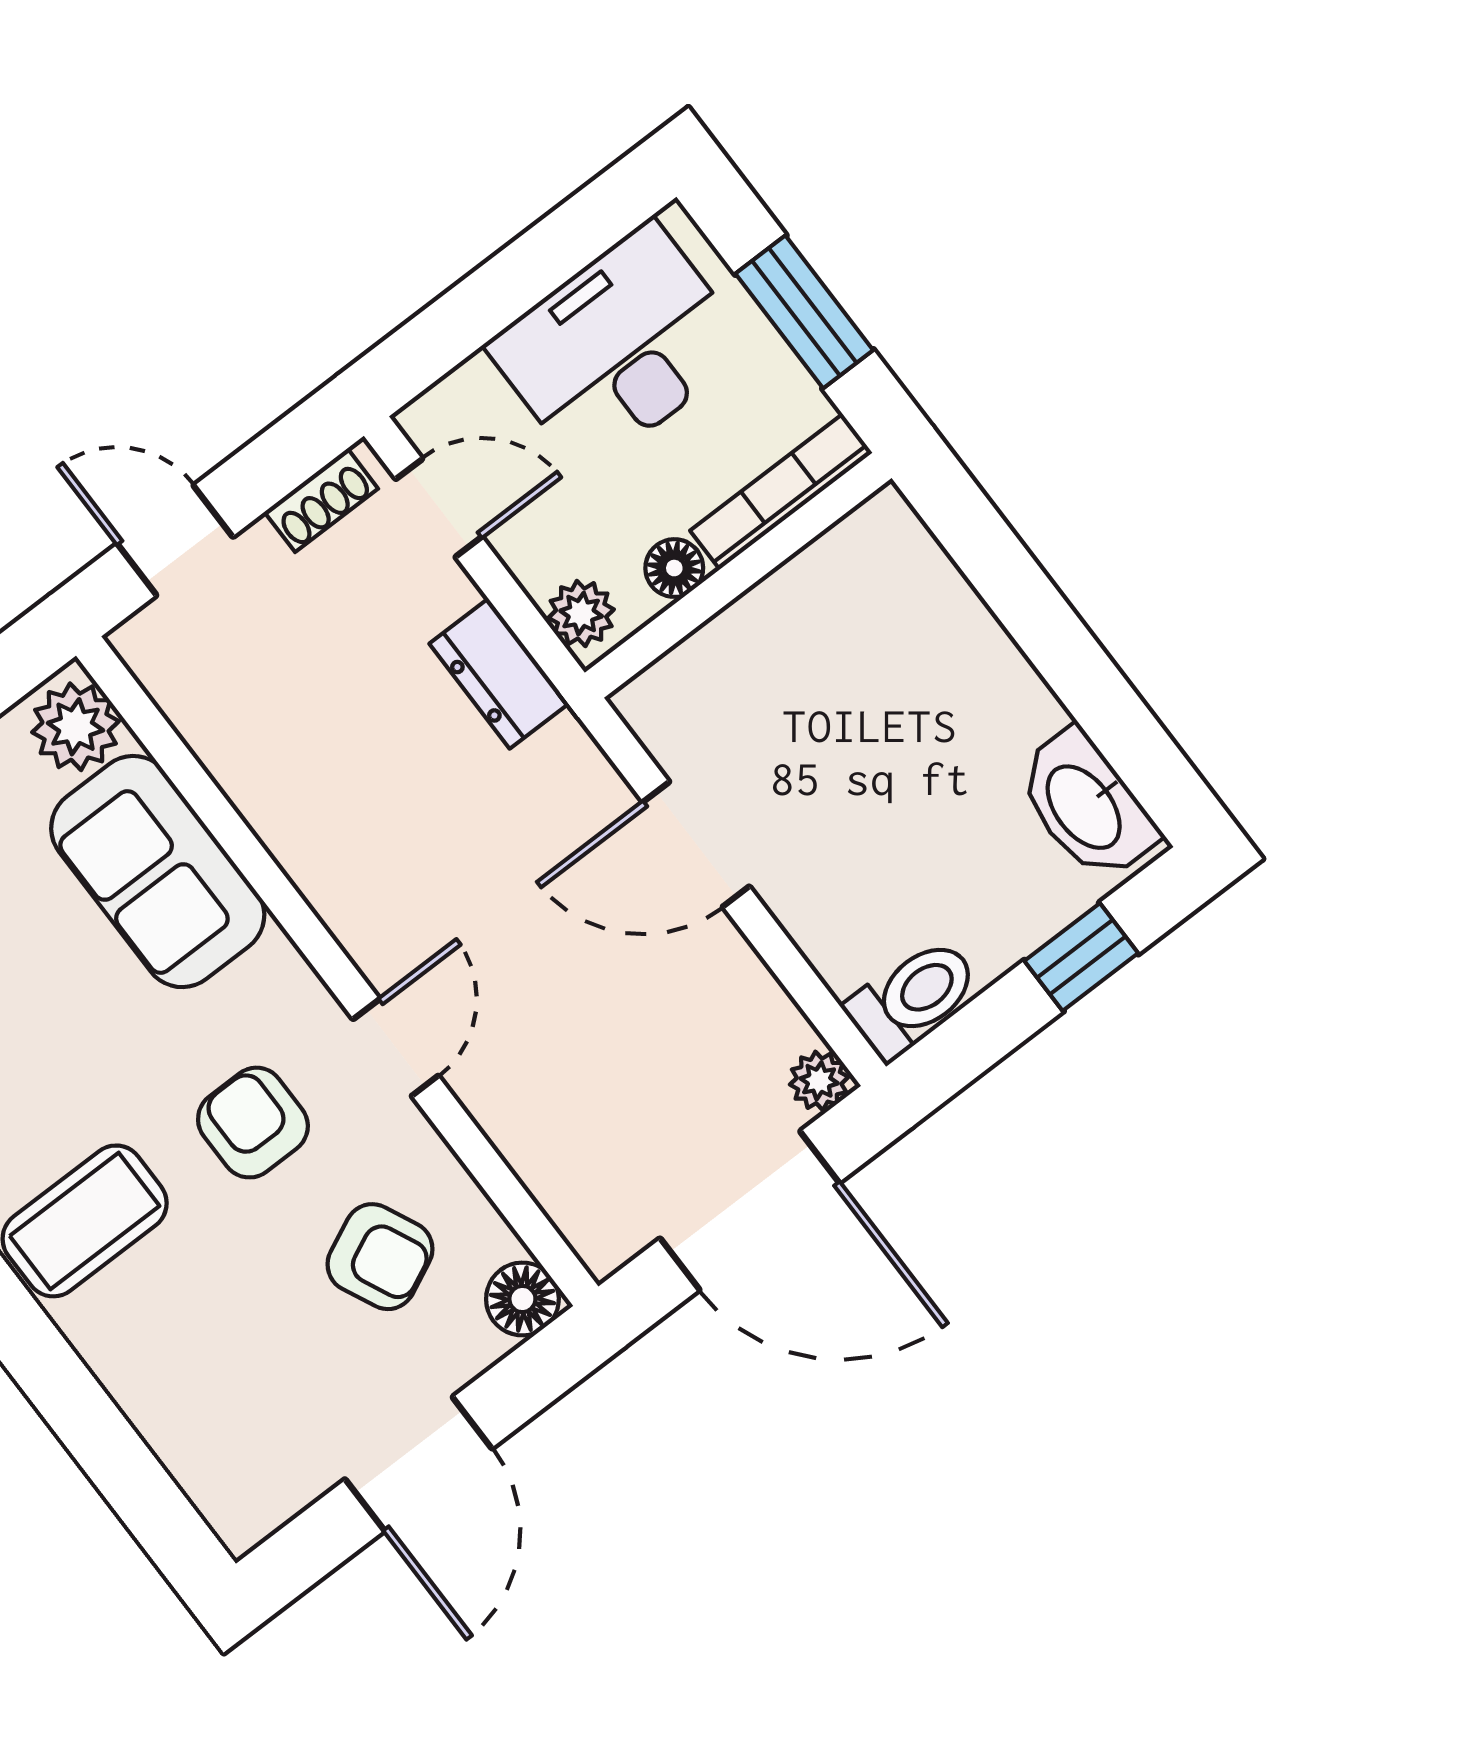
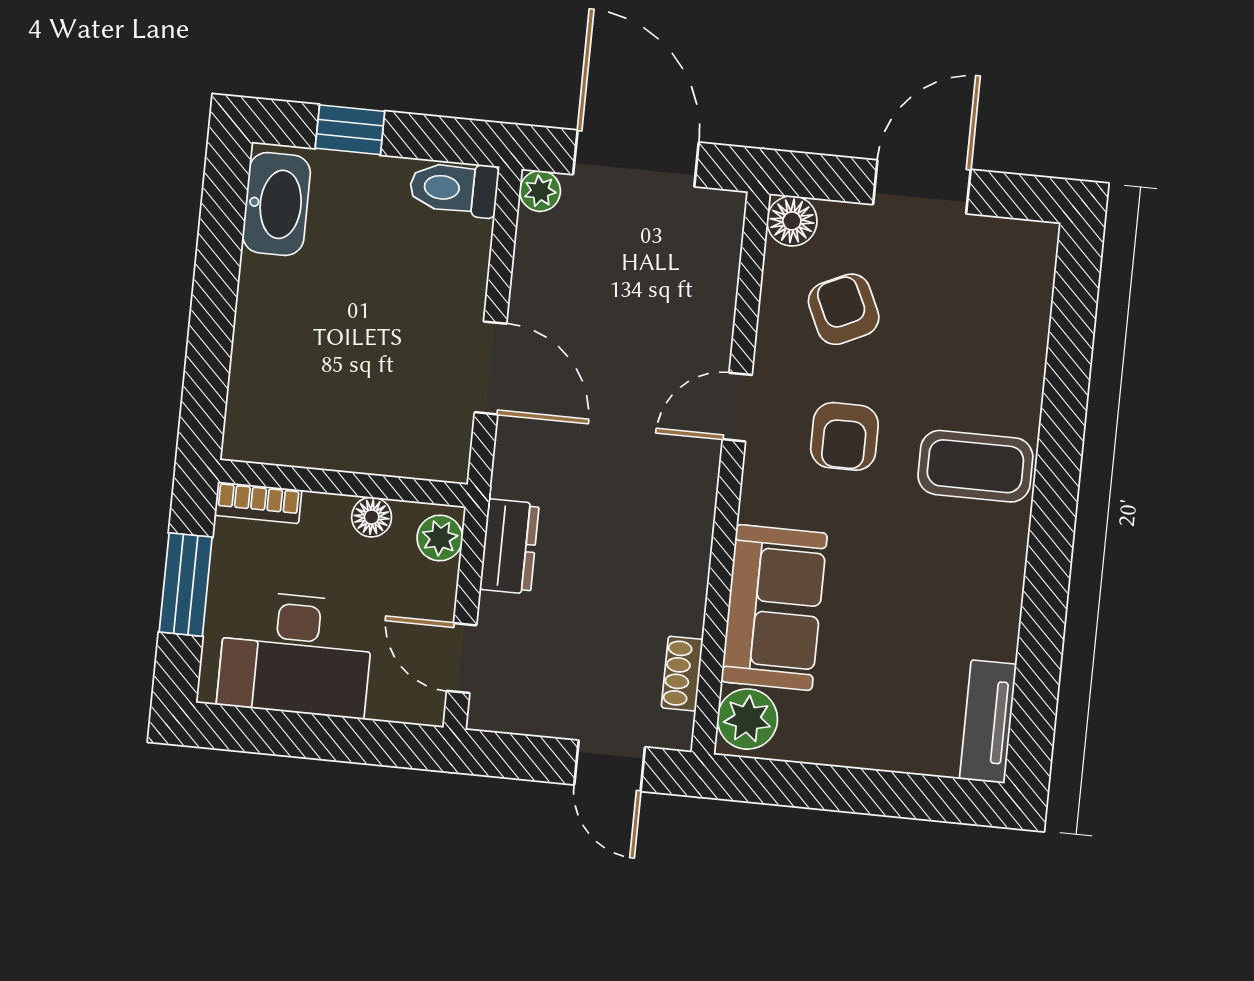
bookcase: (781, 492) -> (258, 503), width x0.64
shoe rack: (321, 500) -> (682, 674), moved, turned -90

